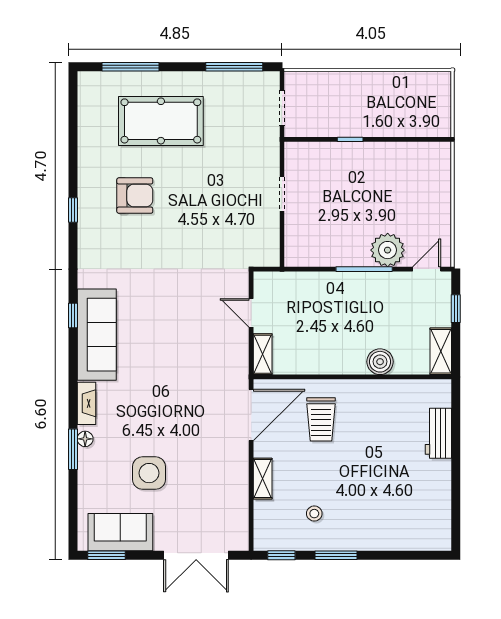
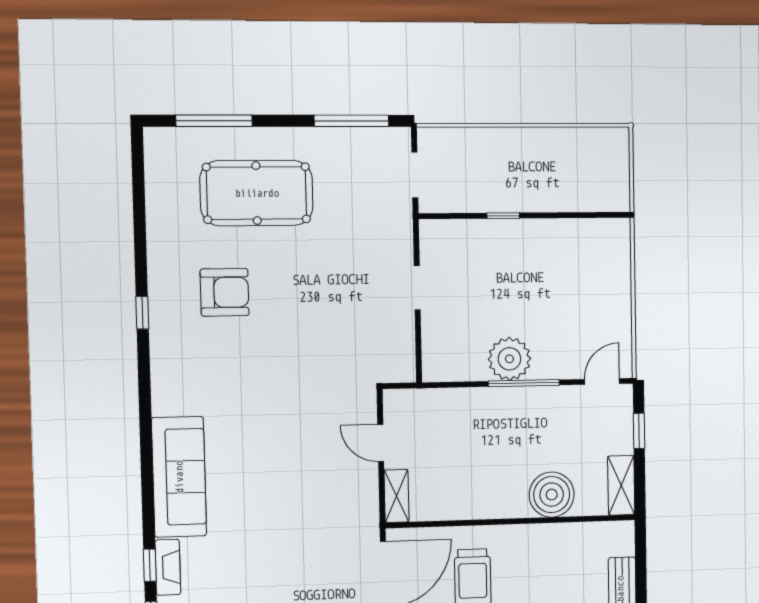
plant: (388, 250) -> (509, 359), moved
window: (73, 315) -> (150, 565), moved
boiler: (380, 362) -> (552, 495), width x1.37, depth x1.37

